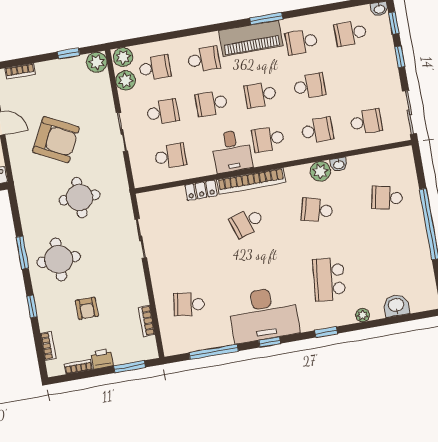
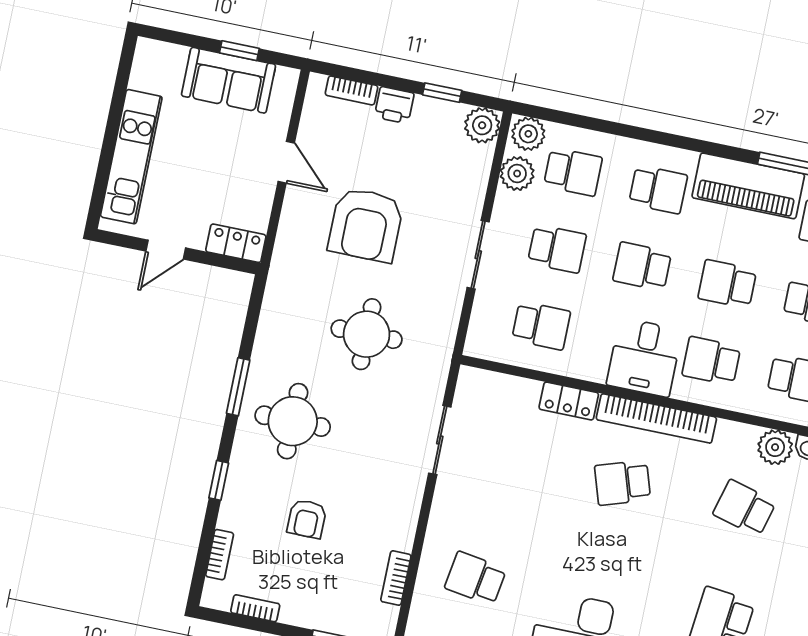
armchair: (56, 140) -> (366, 225), turned 63
printer: (102, 359) -> (394, 105), moved, turned 180

